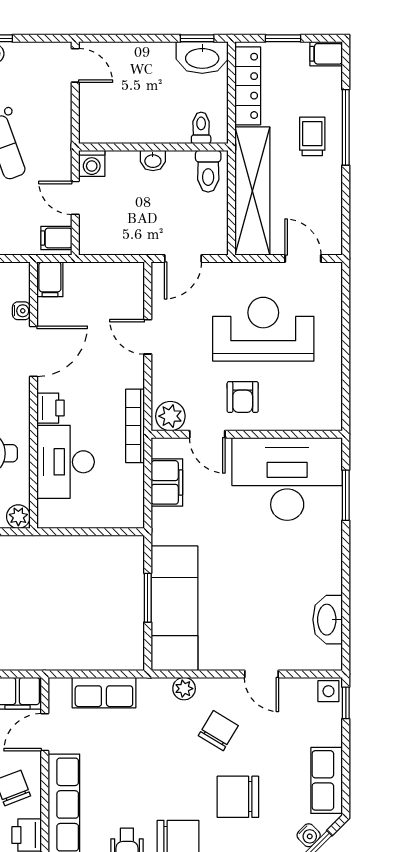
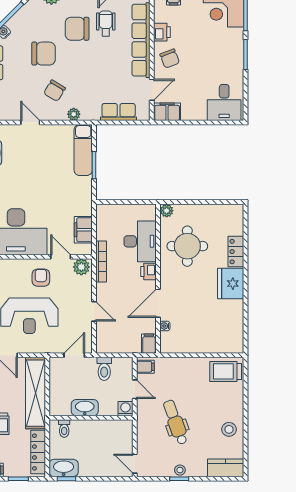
washbasin: (153, 160) -> (85, 408), width x1.91, depth x1.45
toilet: (208, 171) -> (104, 369), moved, turned 180
exam couch: (174, 608) -> (83, 150), width x0.73, depth x0.69

